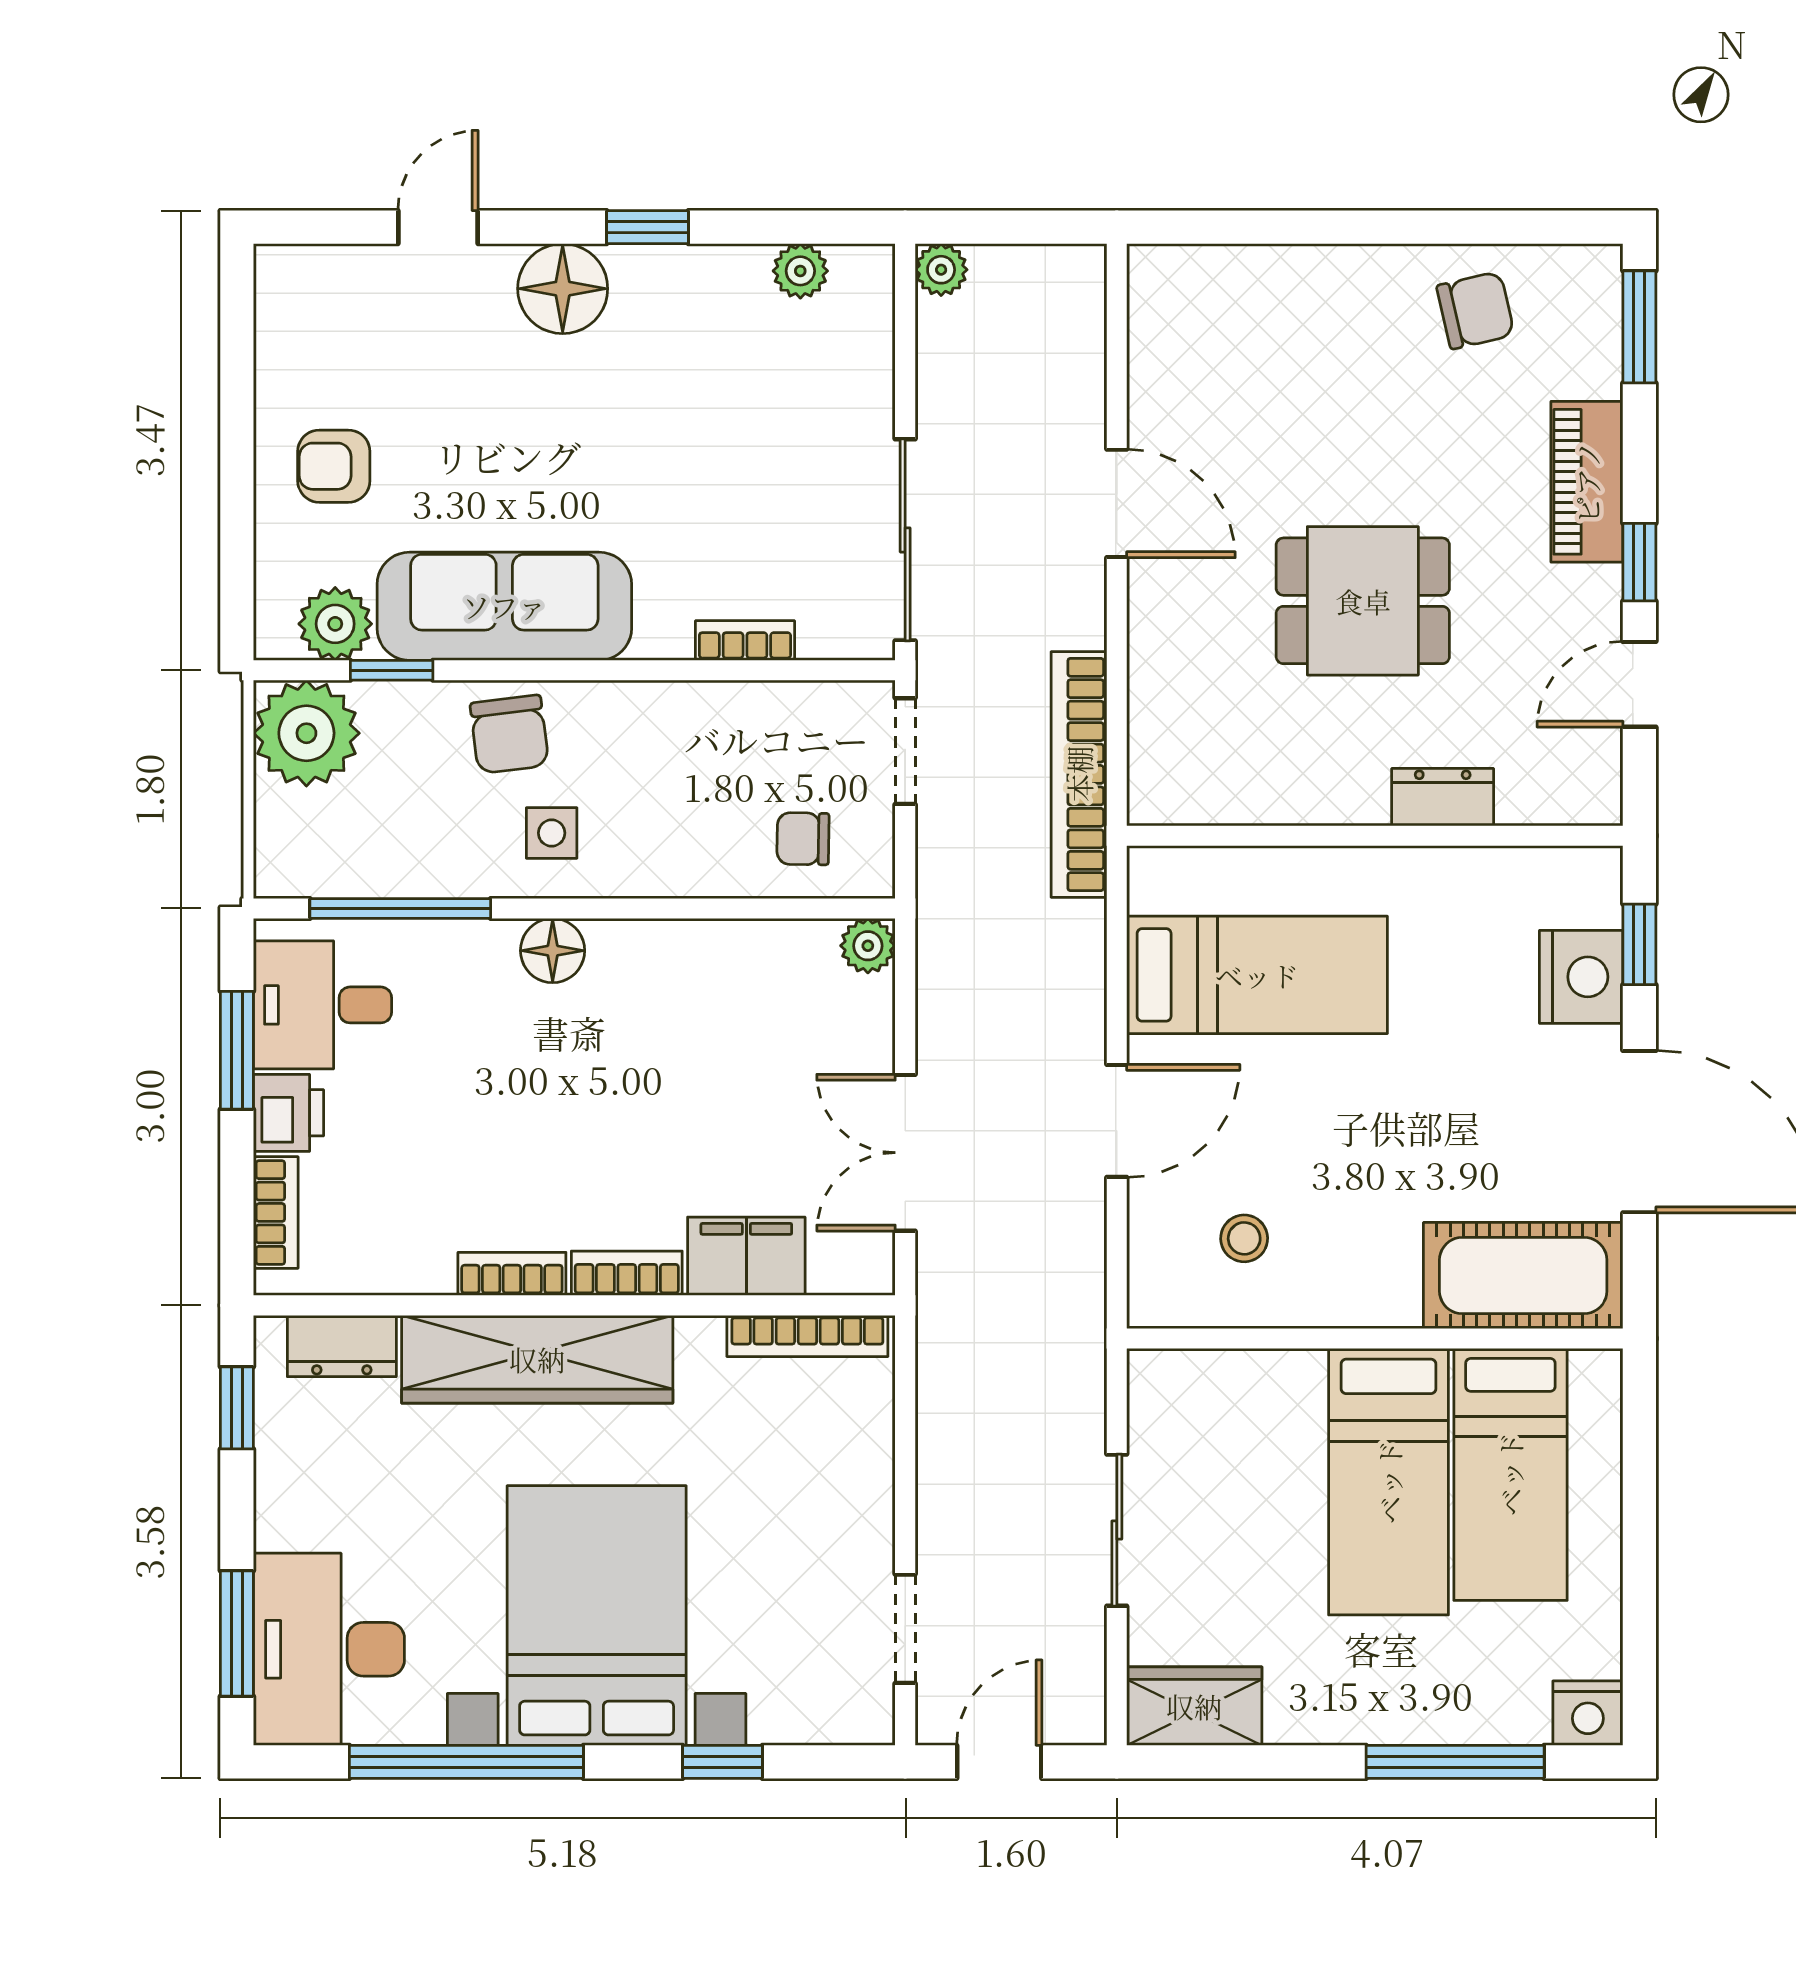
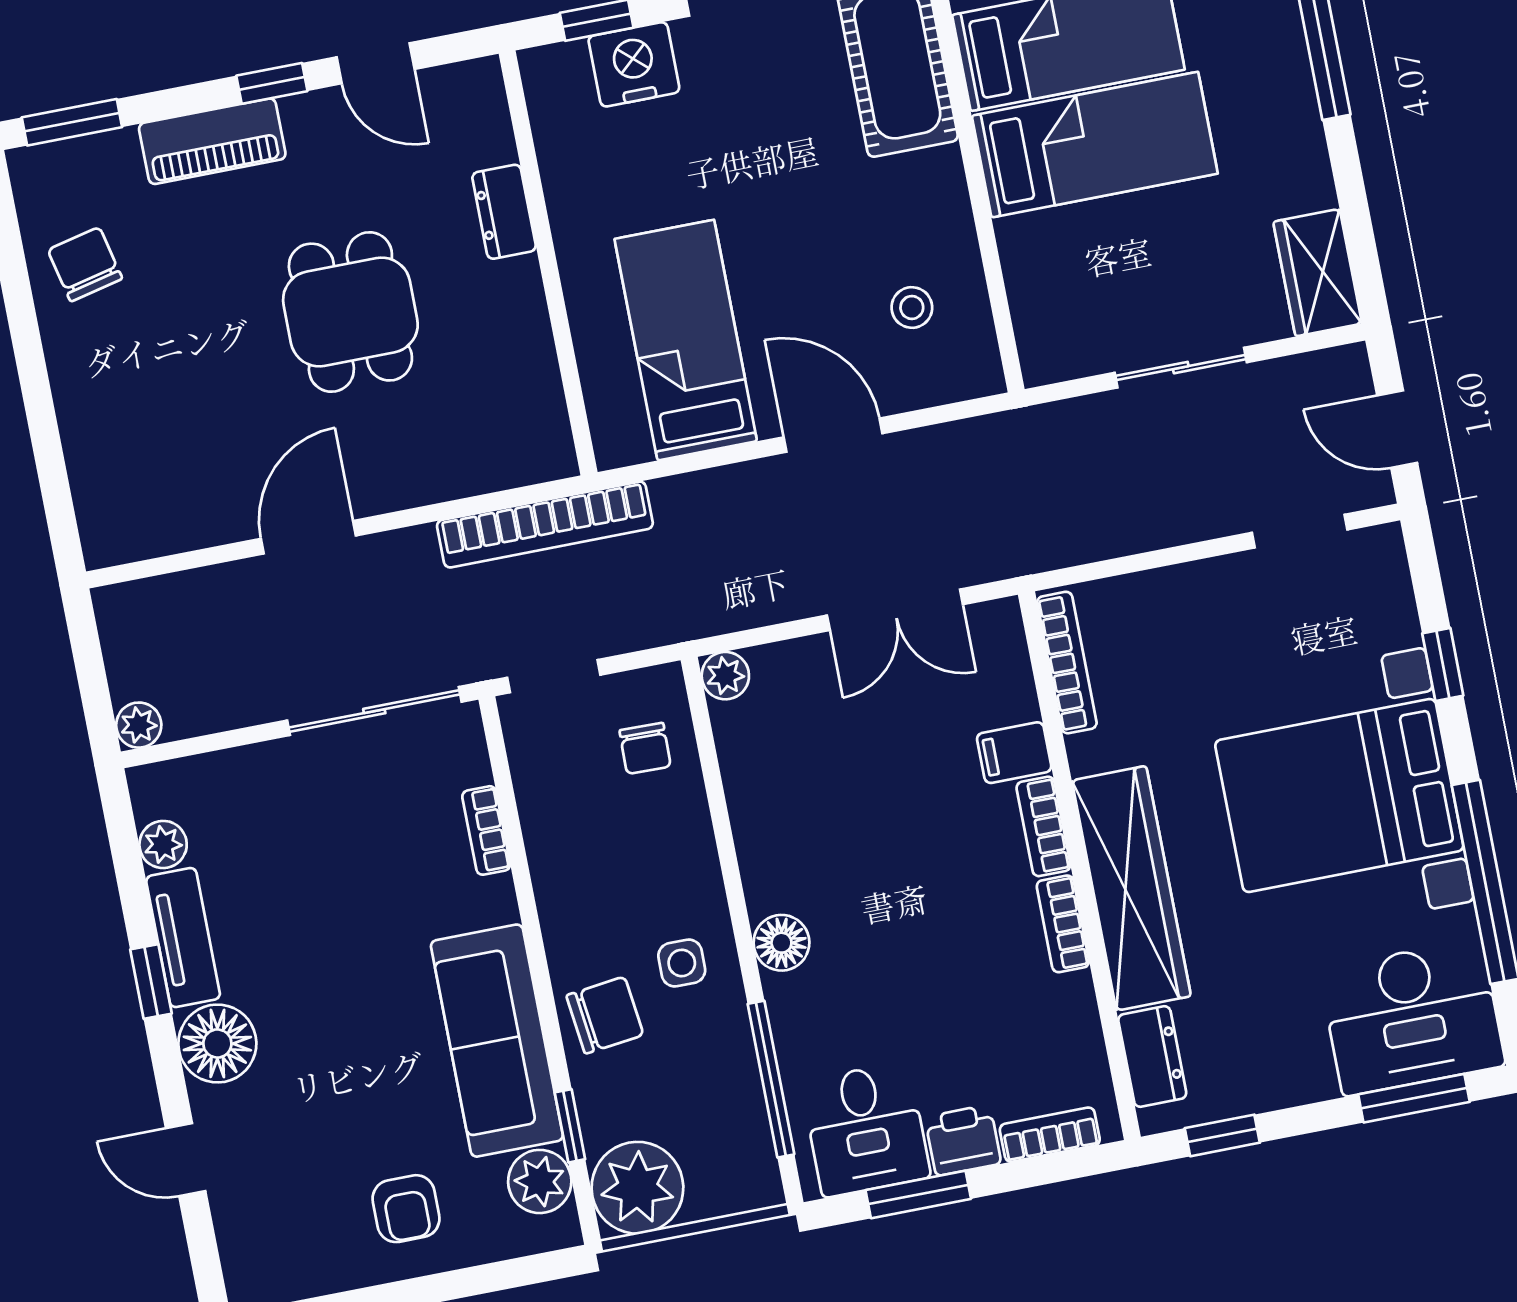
tv unit: (690, 273) -> (183, 938), added
filing cabinet: (746, 1256) -> (1014, 753), width x0.50

